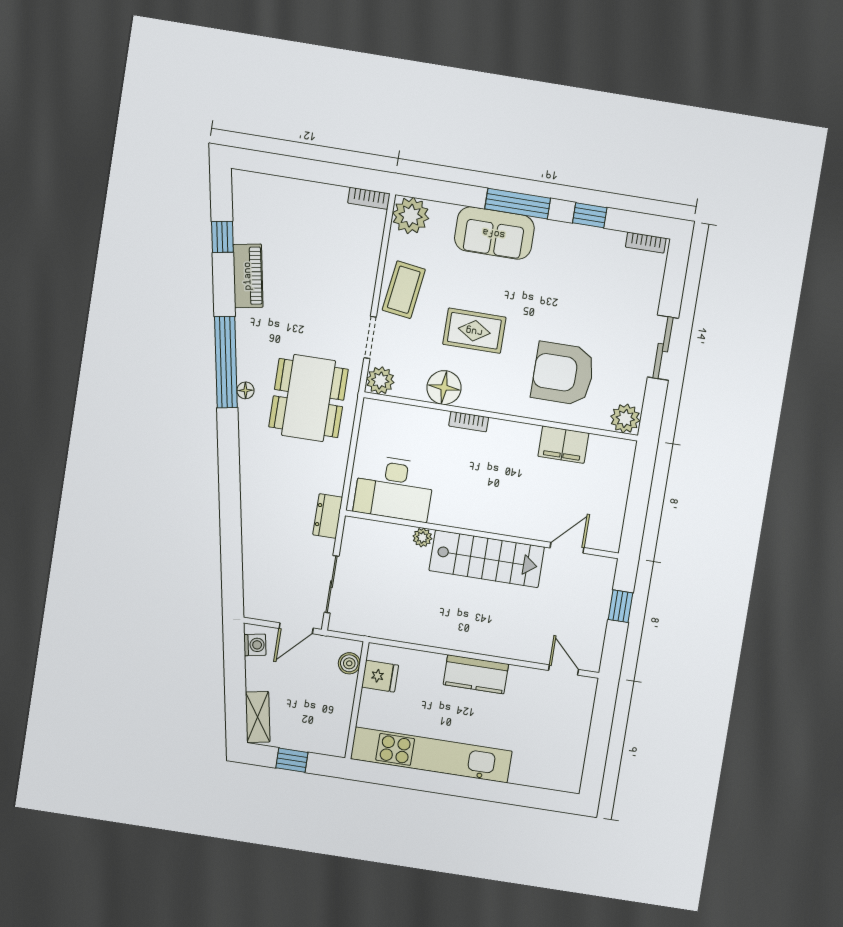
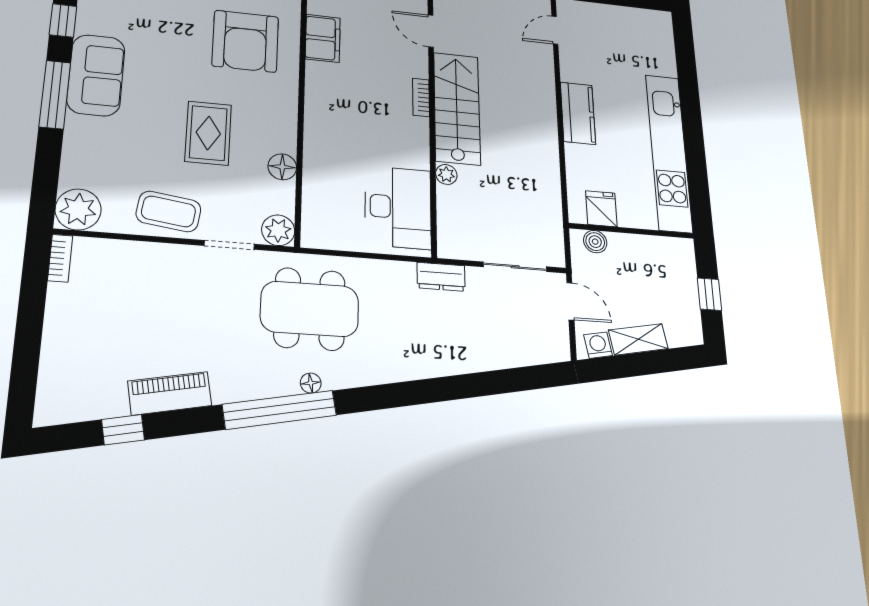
sofa: (494, 233) -> (96, 75), moved
floor lamp: (444, 388) -> (282, 167), width x0.73, depth x0.73
bookcase: (469, 422) -> (421, 97), moved, turned 180
shelving: (258, 717) -> (638, 339), moved

